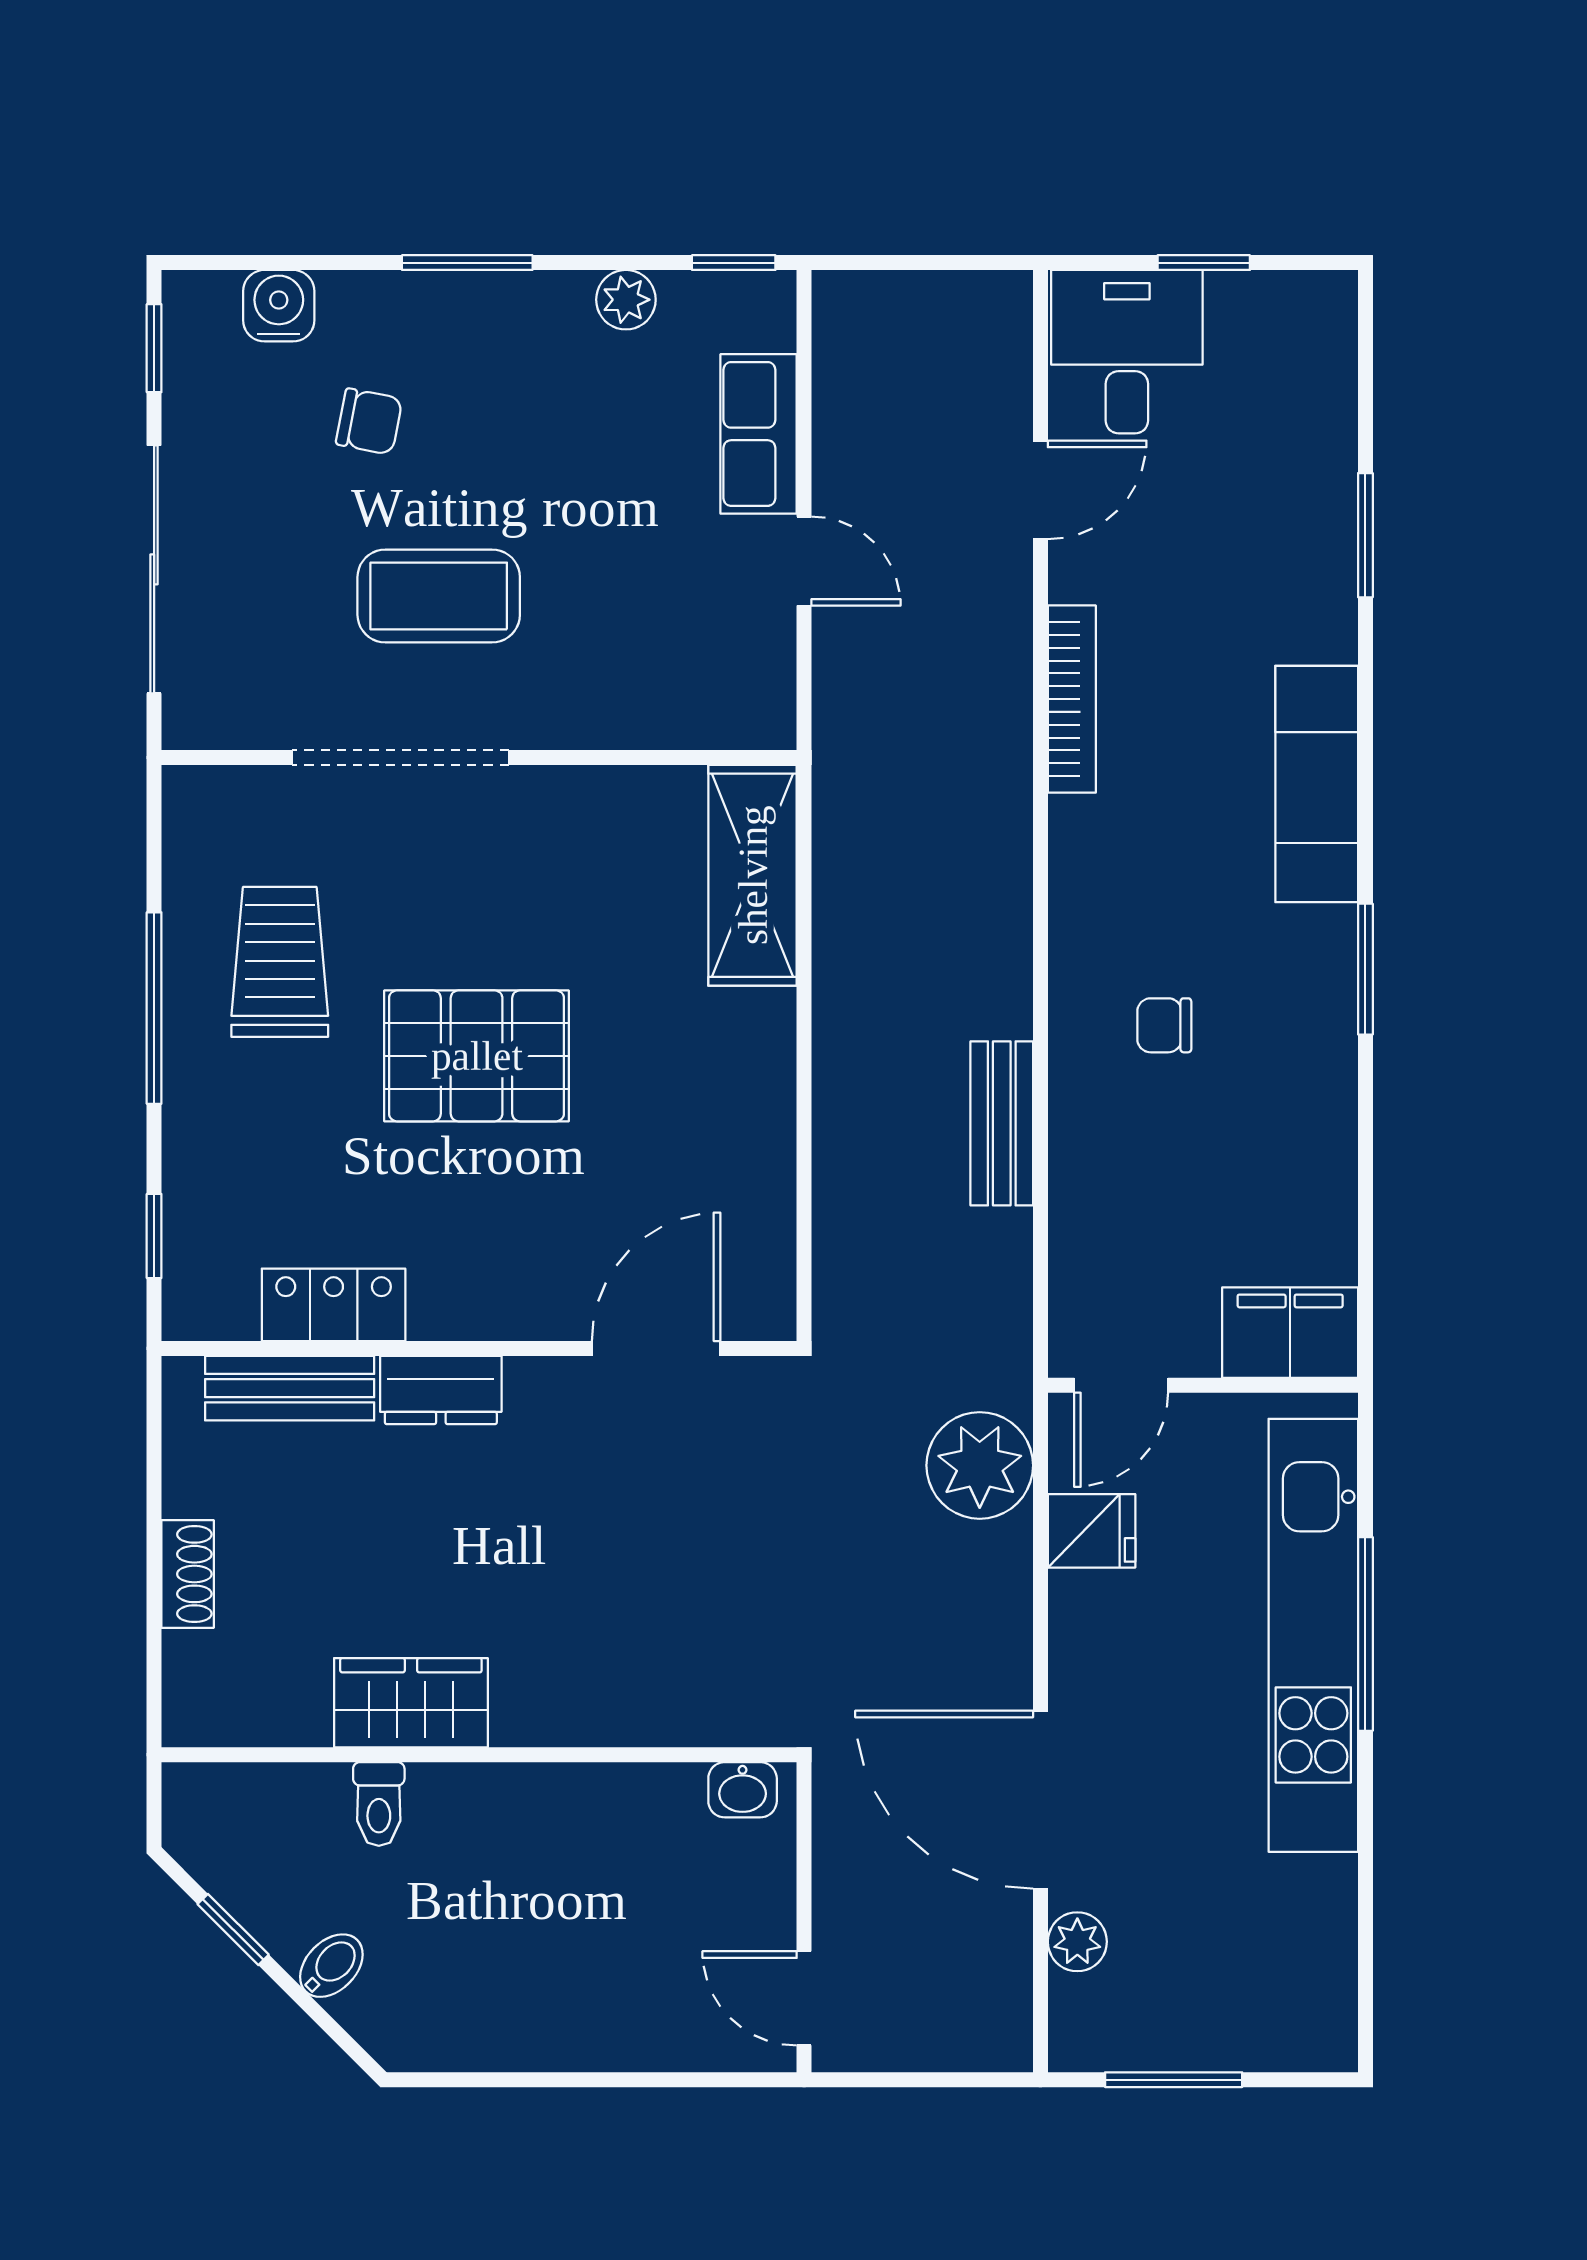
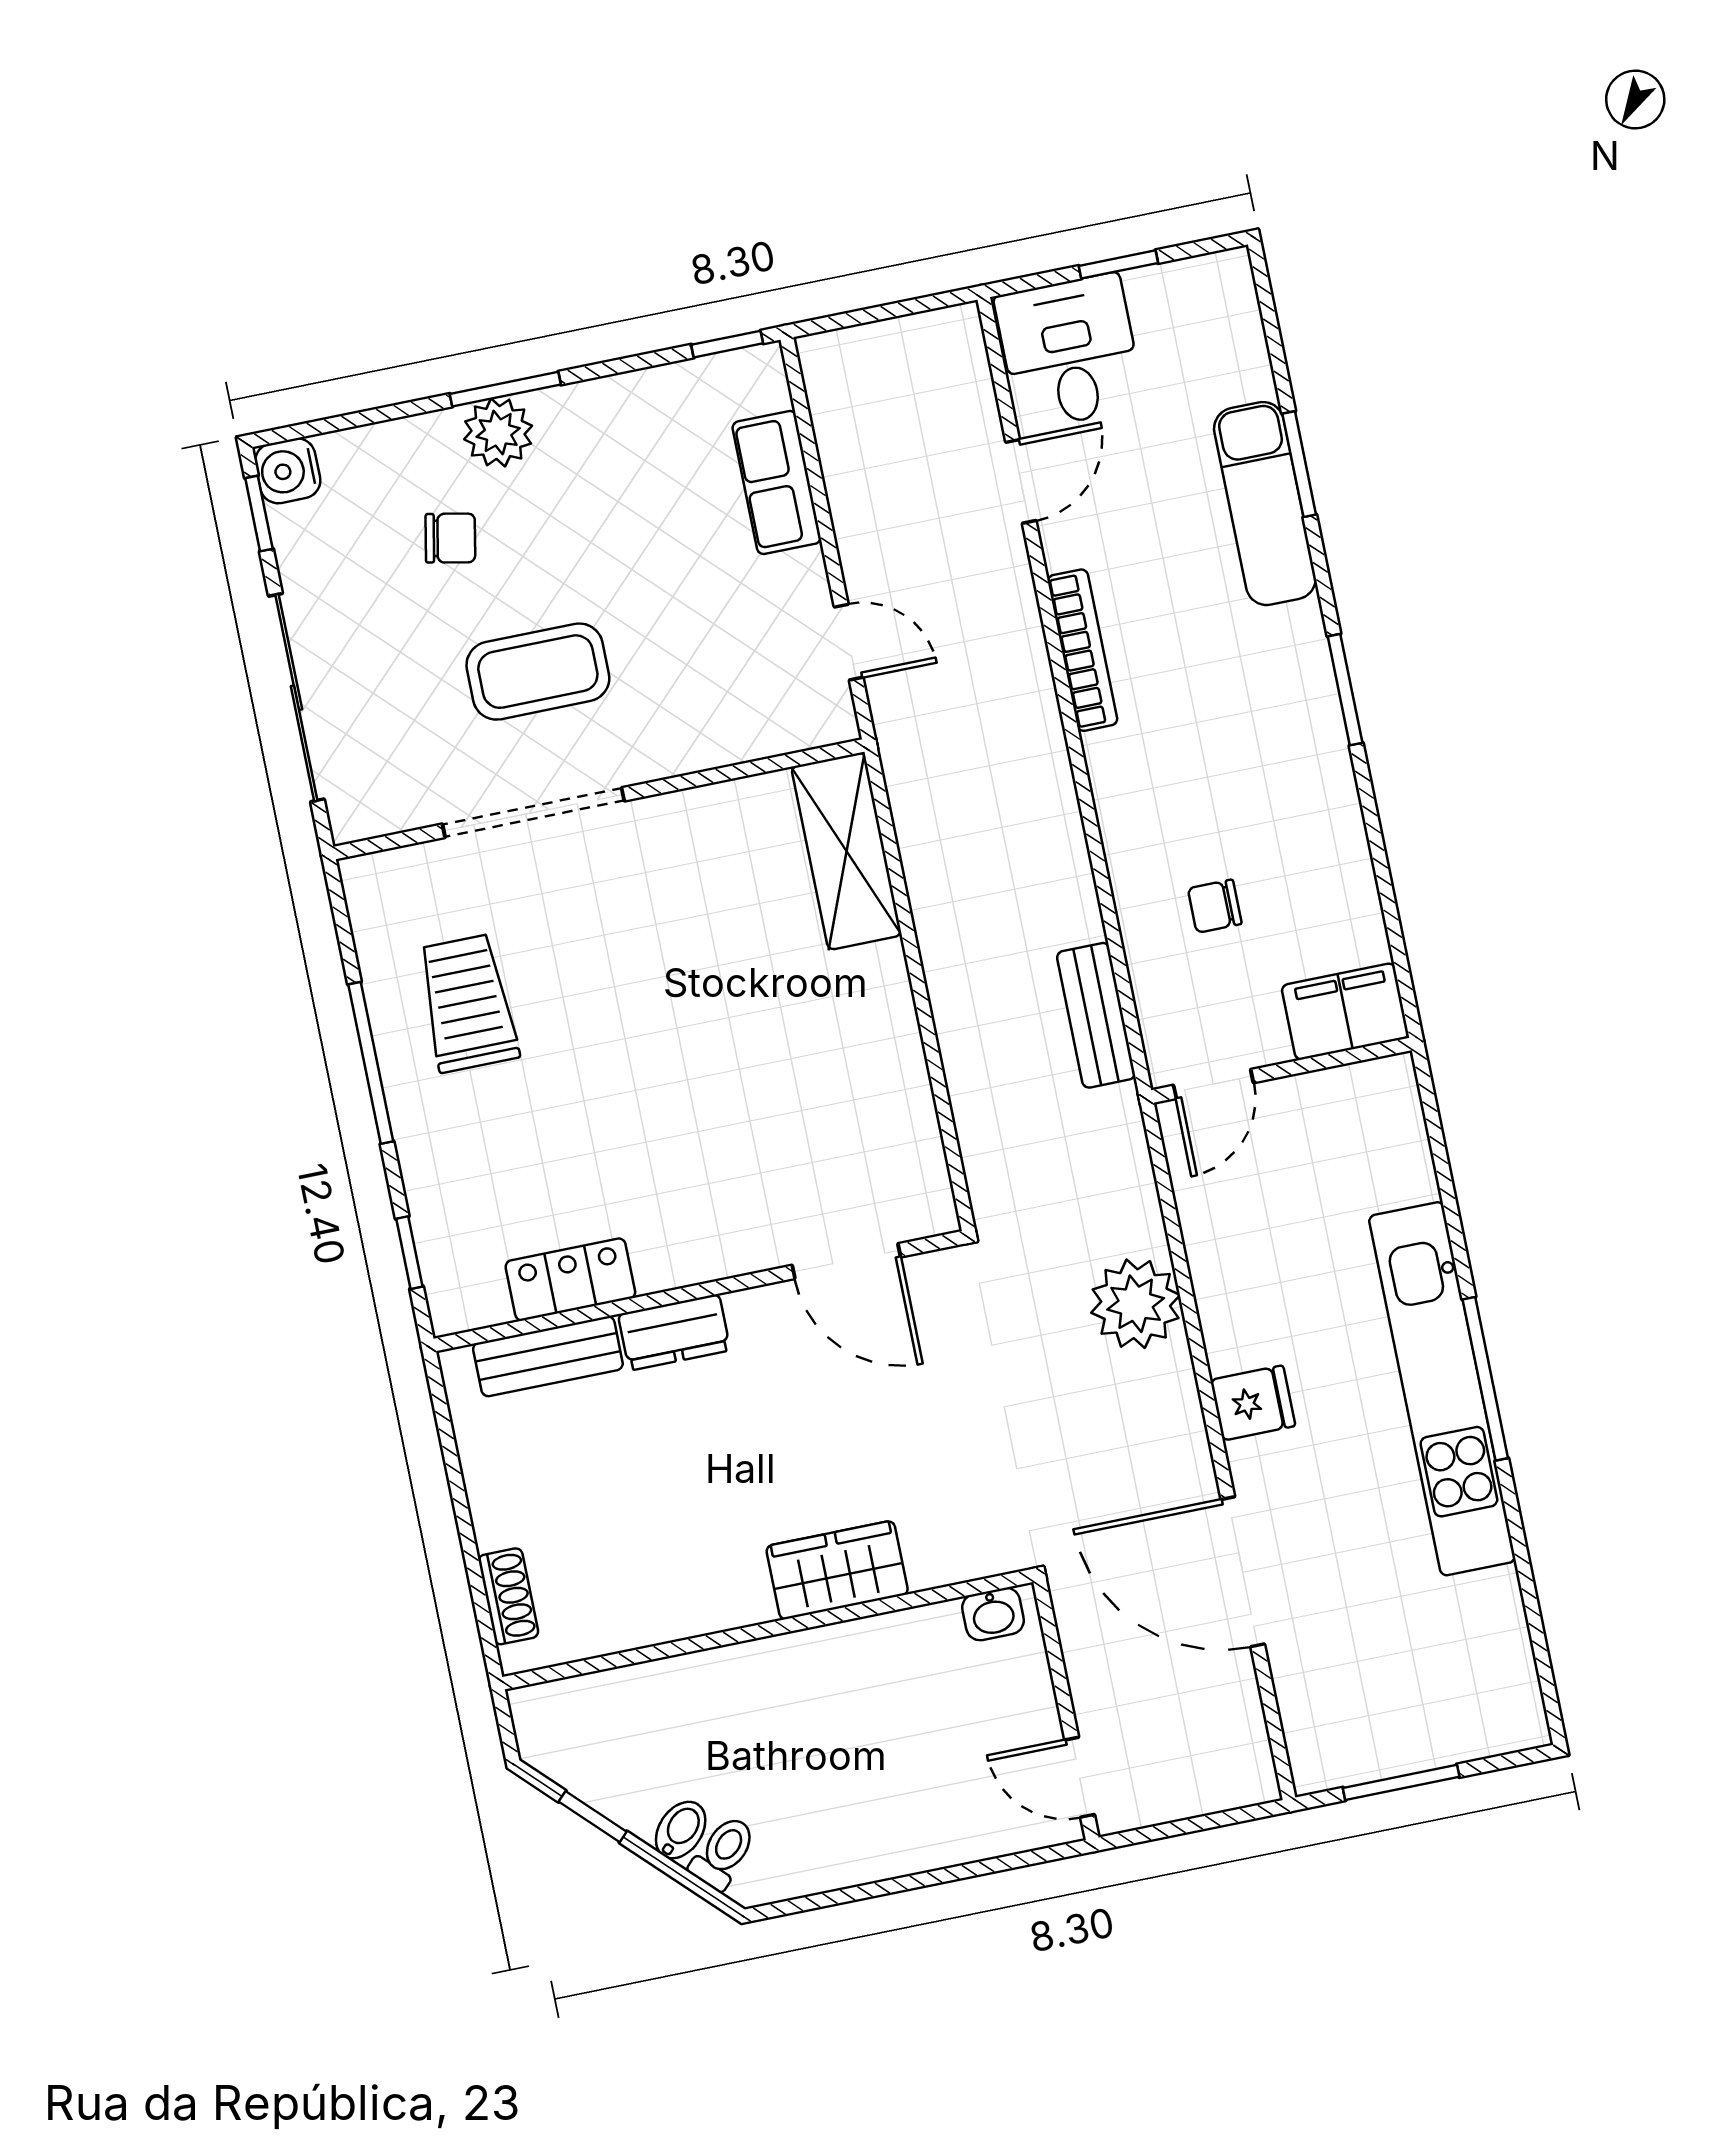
plant: (626, 300) -> (498, 433), moved, width x1.38, depth x1.38
water cooler: (279, 306) -> (288, 471), moved, turned -90
door: (804, 561) -> (849, 642), moved
exam couch: (1317, 784) -> (1265, 504), moved
window: (1365, 969) -> (1345, 690), moved
pallet: (477, 1056) -> (647, 1048), removed
filing cabinet: (1290, 1333) -> (1345, 1012), moved
door: (656, 1348) -> (846, 1261), swing flipped
door: (1121, 1385) -> (1213, 1084), moved
wall: (1203, 1385) -> (1282, 1070), moved
fridge: (1092, 1531) -> (1253, 1403), moved
shoe rack: (188, 1574) -> (508, 1596), moved
wardrobe: (411, 1703) -> (837, 1570), moved
toilet: (379, 1804) -> (723, 1853), moved, turned -135
plant: (1077, 1942) -> (1298, 1684), removed

